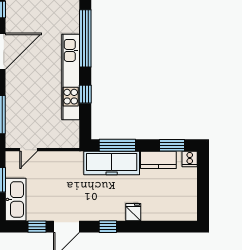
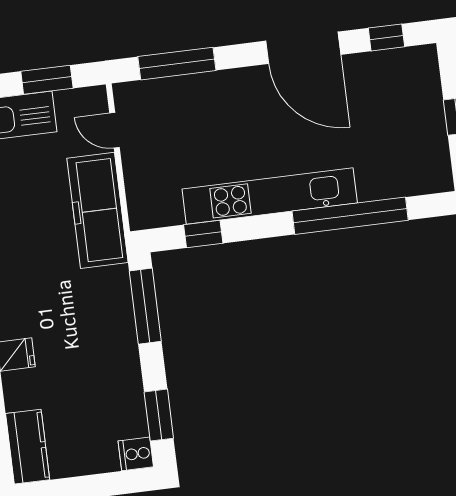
window: (85, 94) -> (203, 234), moved
kitchen counter: (158, 160) -> (28, 447), moved, turned 180
freezer: (112, 163) -> (97, 210), moved

